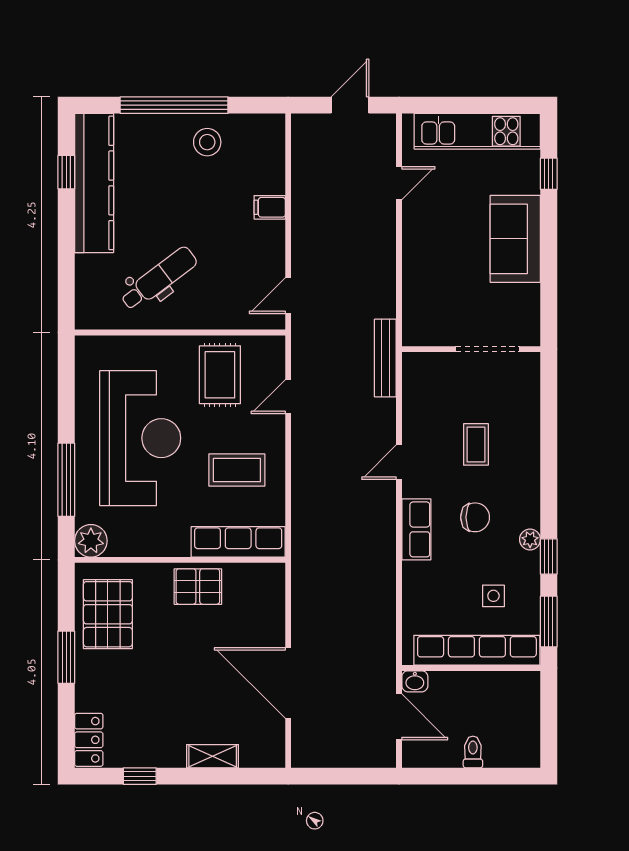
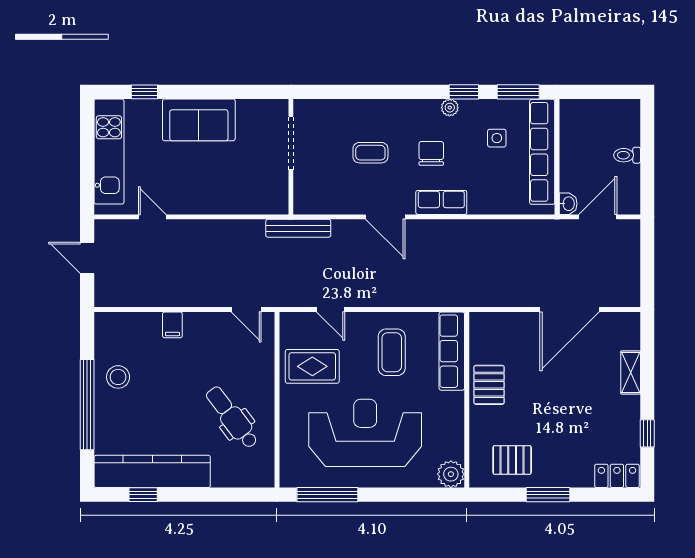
door: (399, 462) -> (385, 217), width x1.38
window: (66, 480) -> (327, 495), moved
pallet: (108, 614) -> (512, 460), width x0.67, depth x0.71

